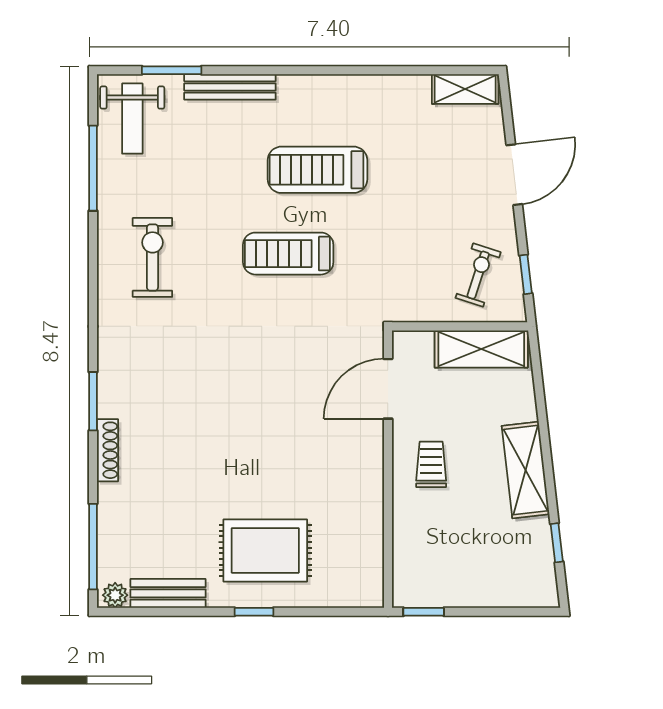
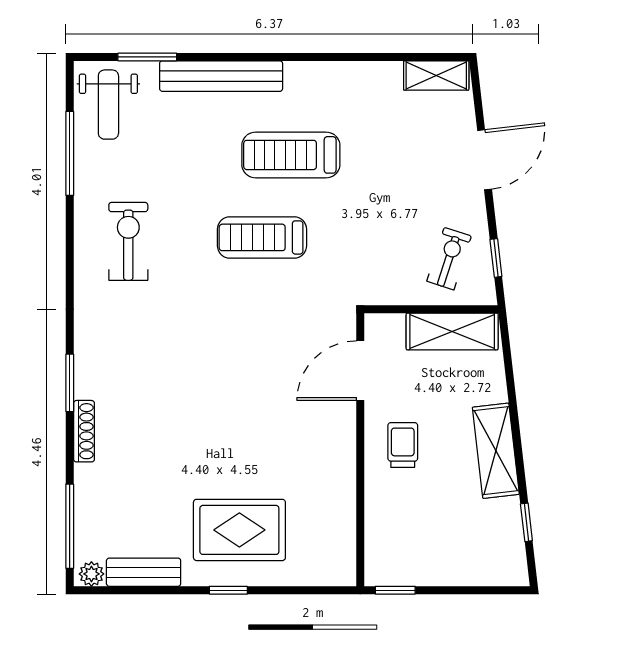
bench: (230, 87) -> (221, 76), width x1.37, depth x1.21

